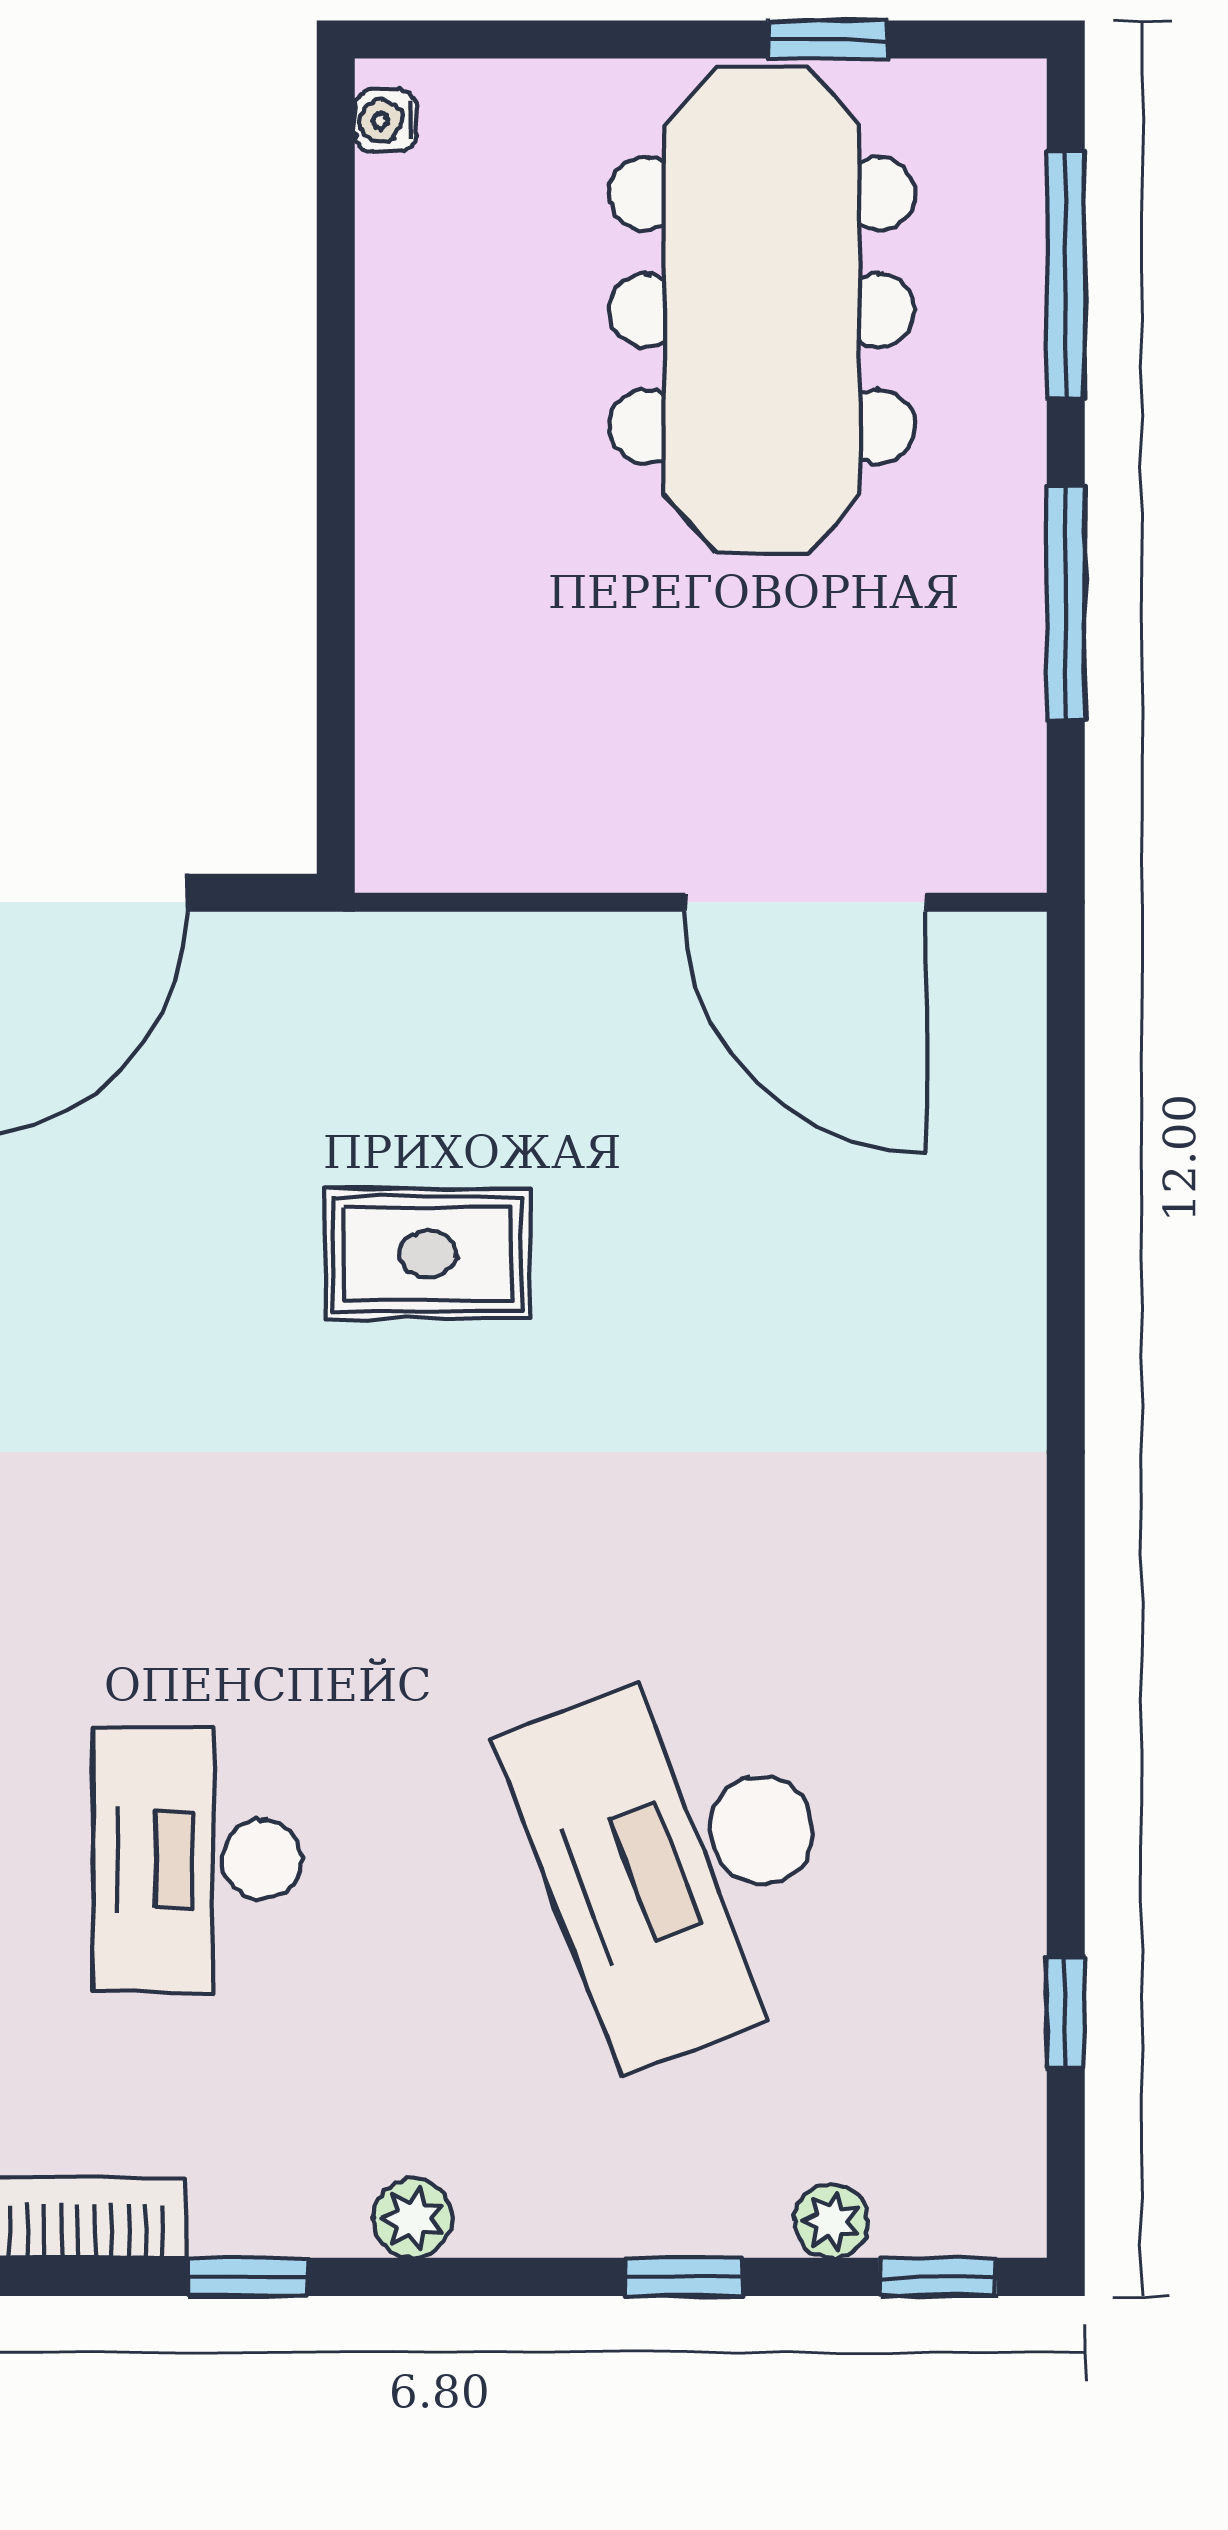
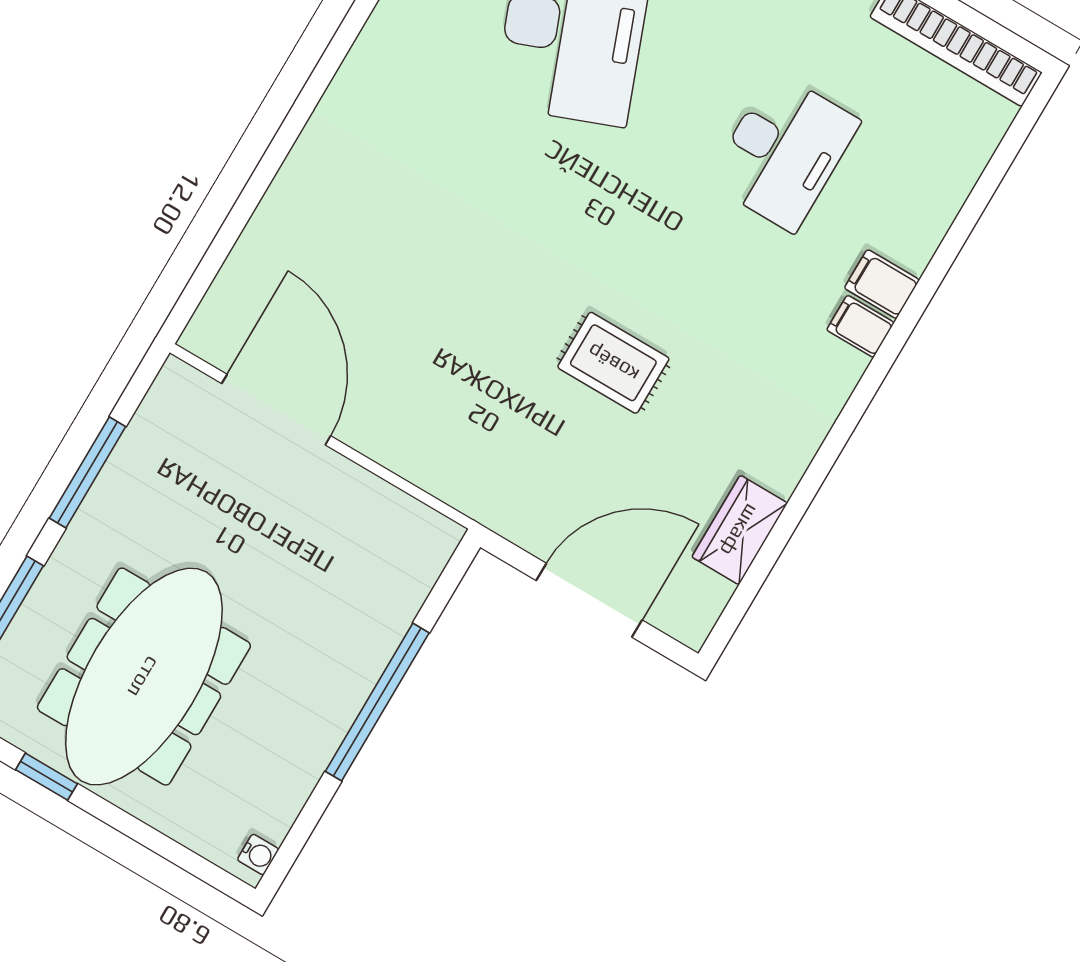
window: (336, 503) -> (377, 702), added
rug: (428, 1254) -> (613, 363), moved

